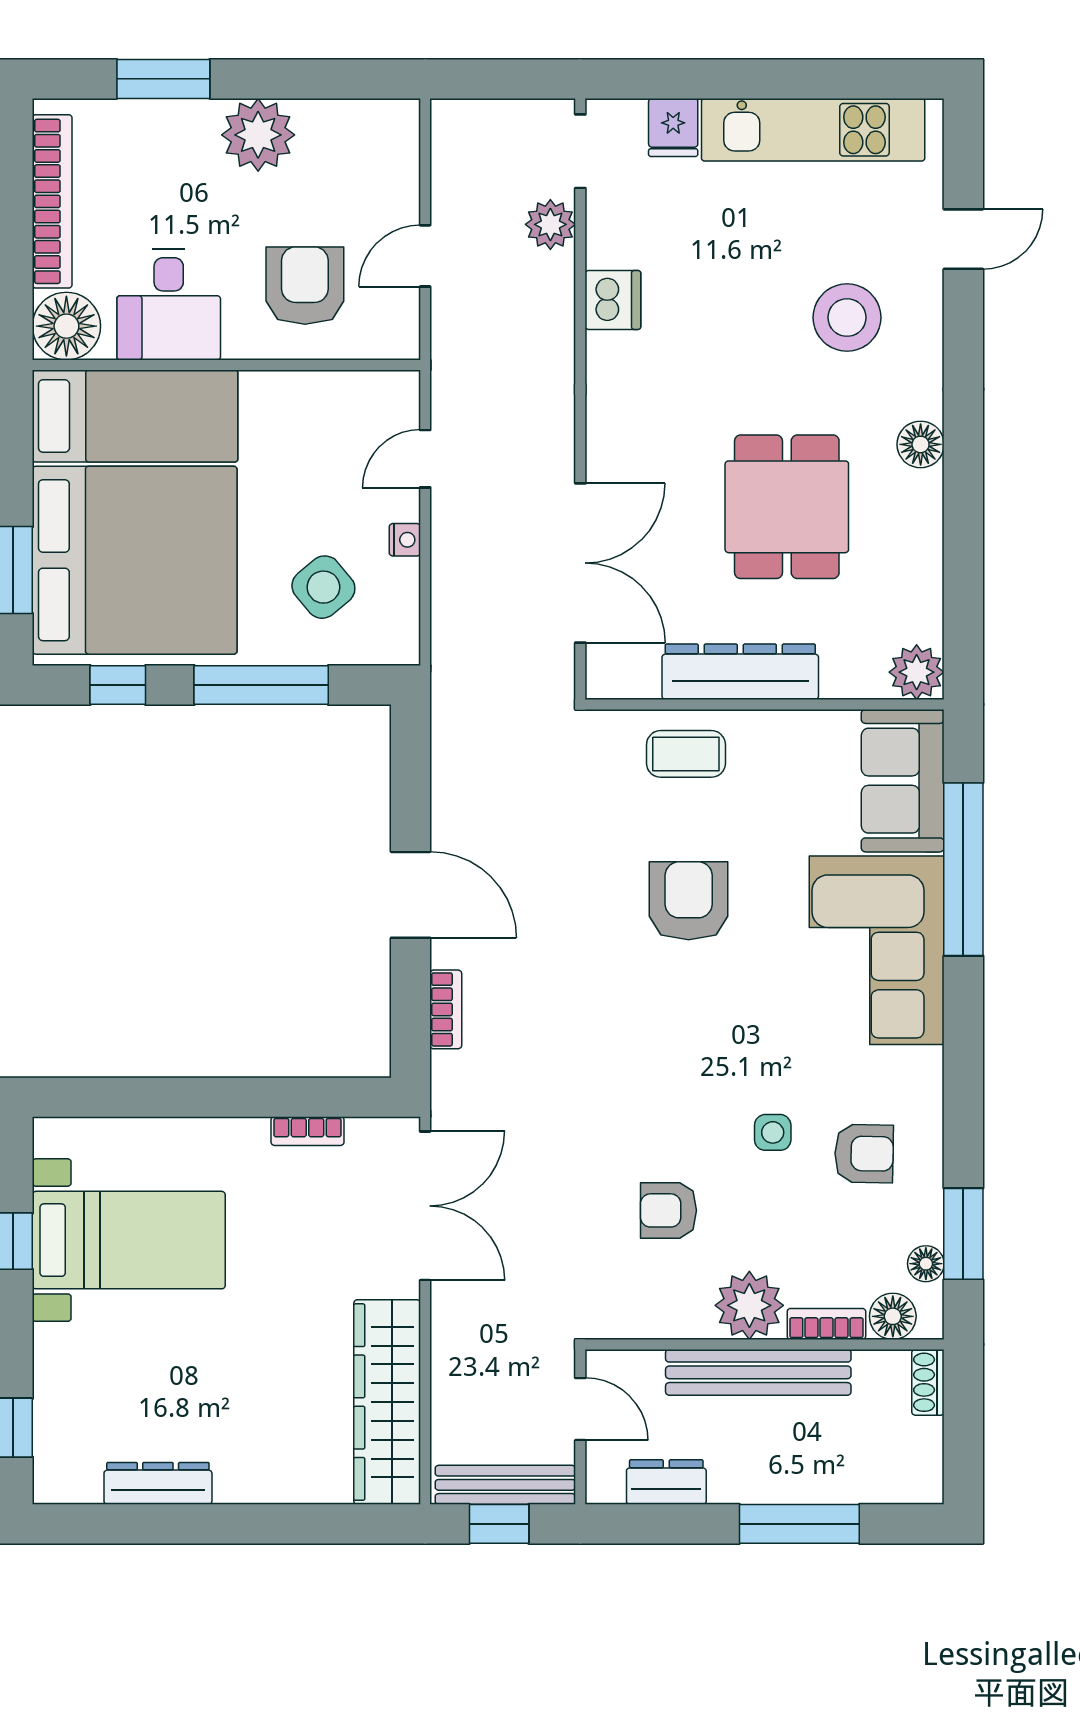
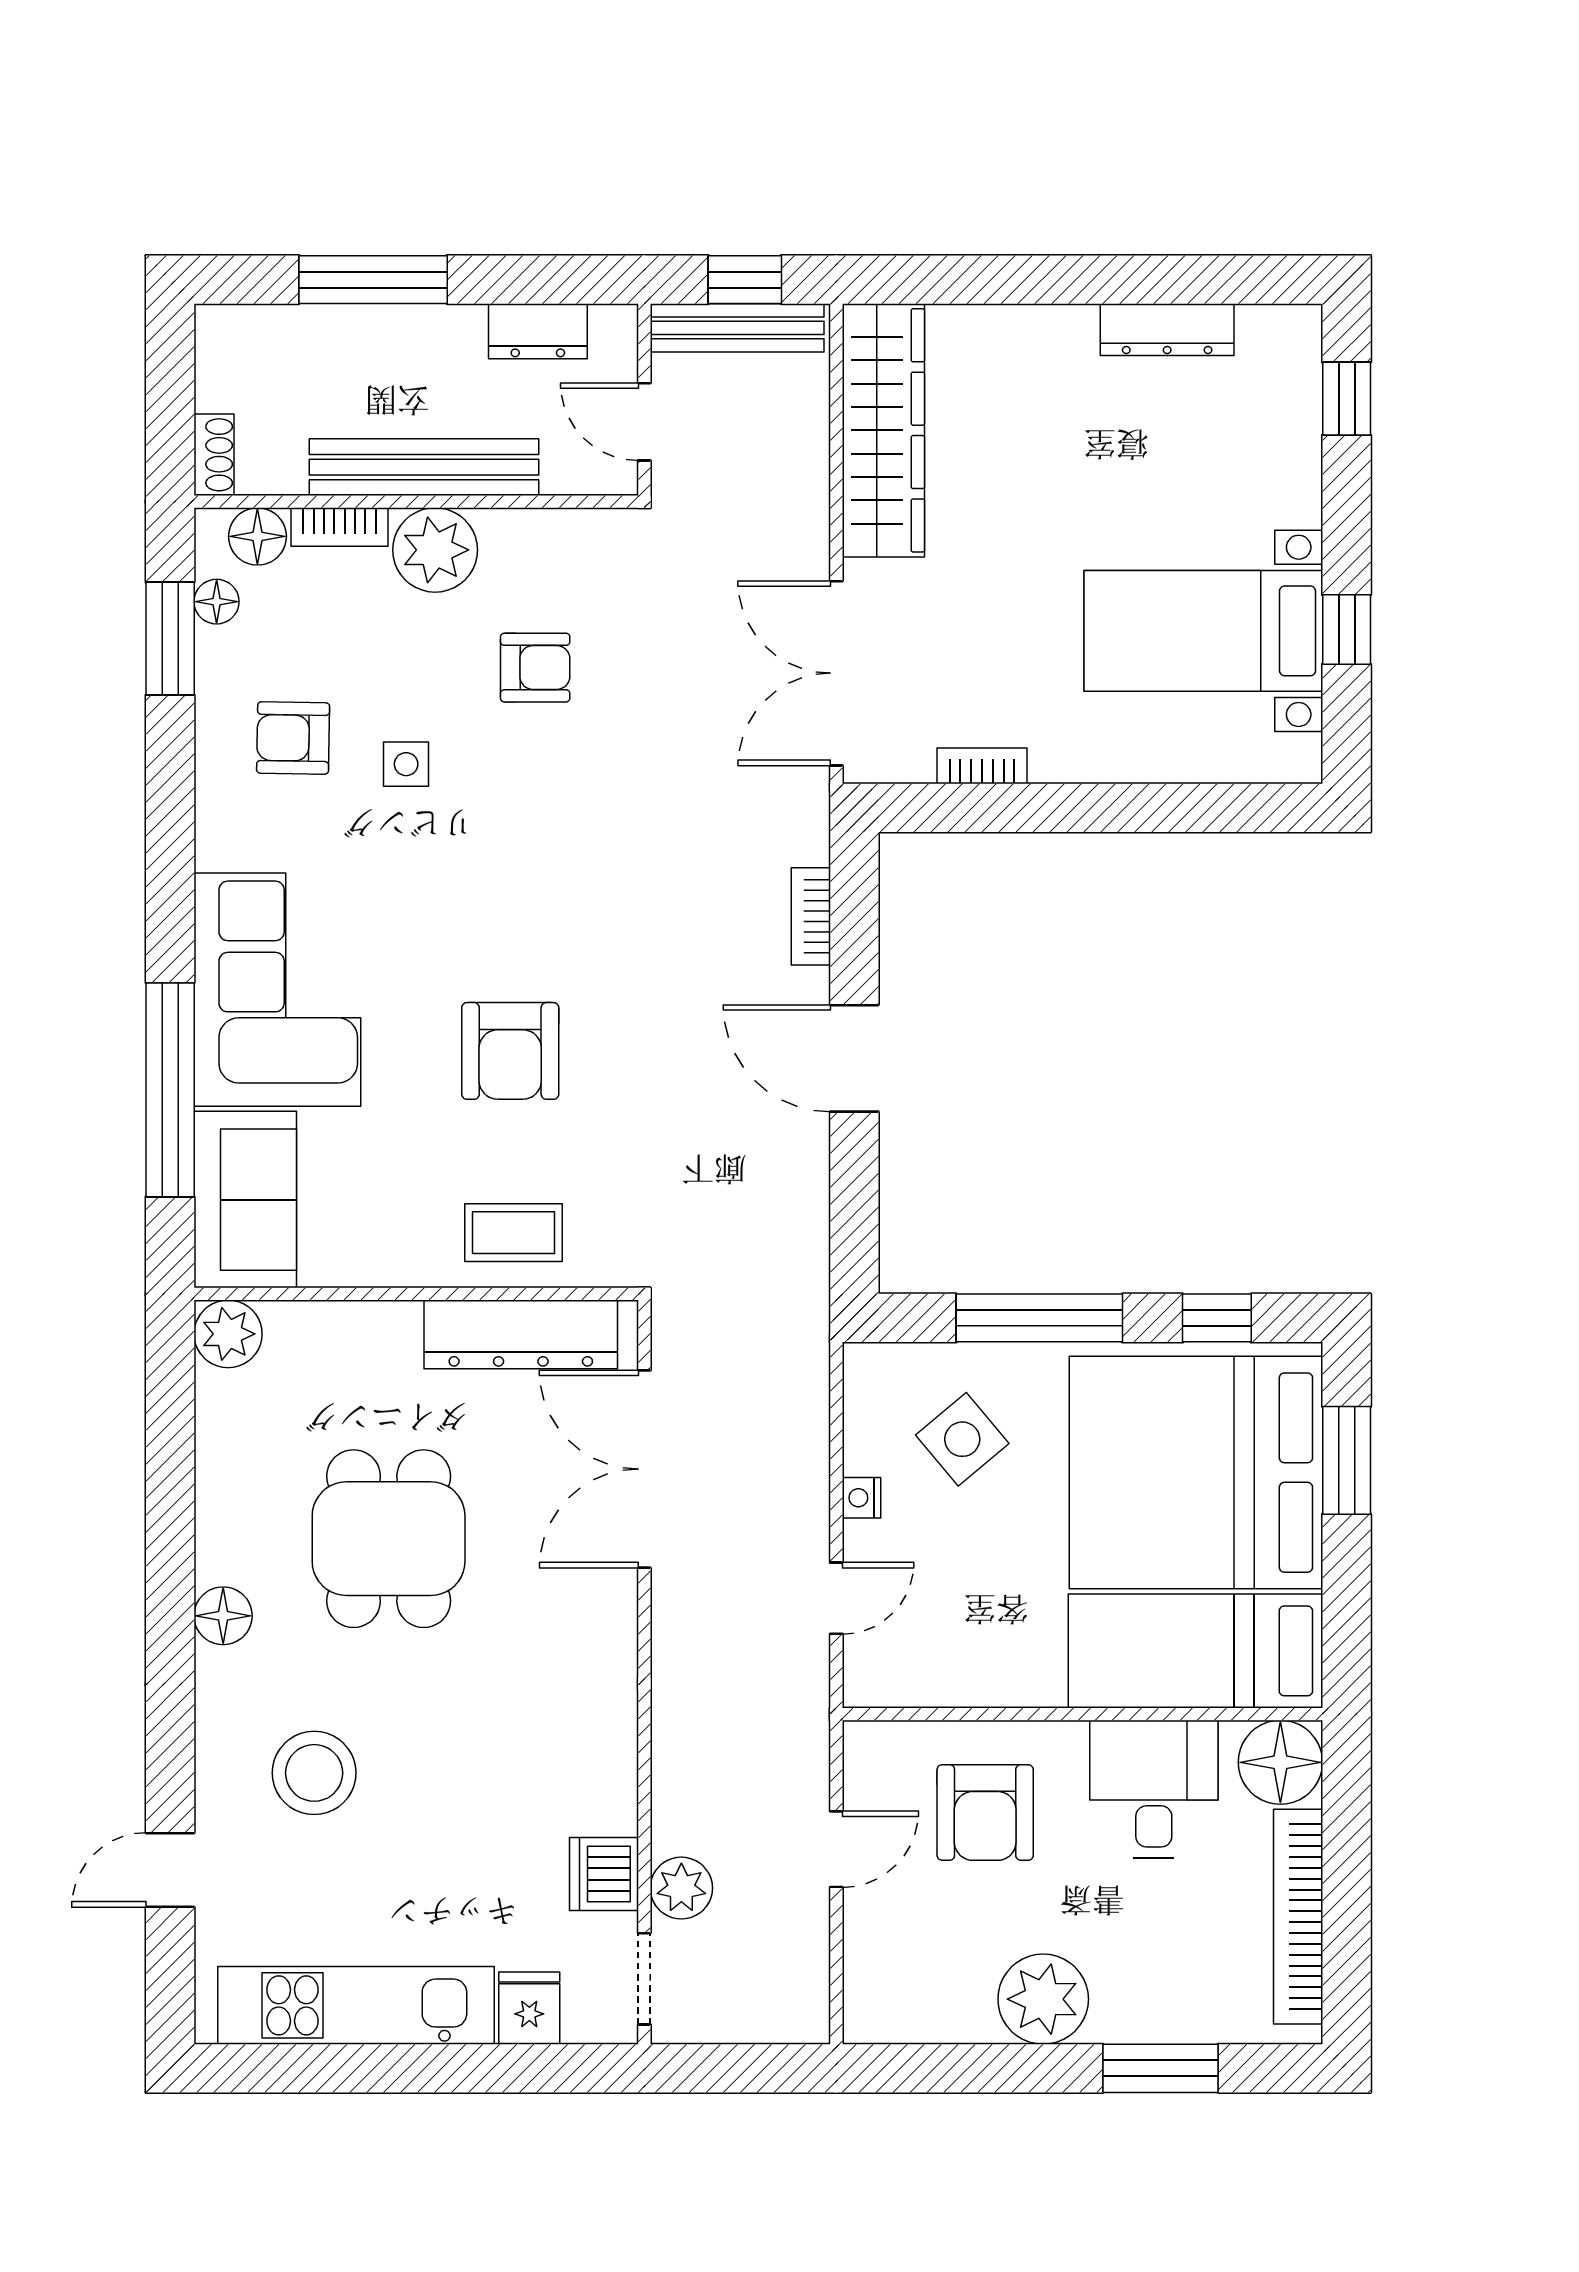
dishwasher: (613, 300) -> (604, 1874), moved
dresser: (740, 672) -> (521, 1334), moved

